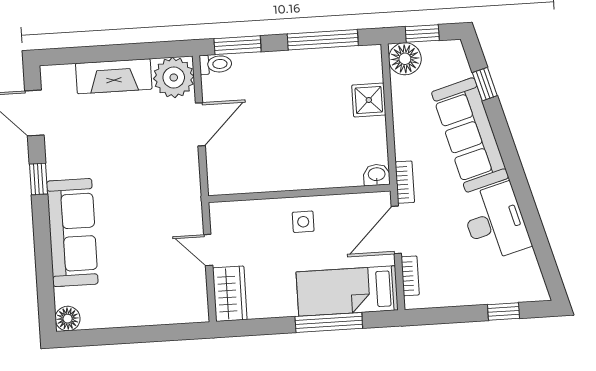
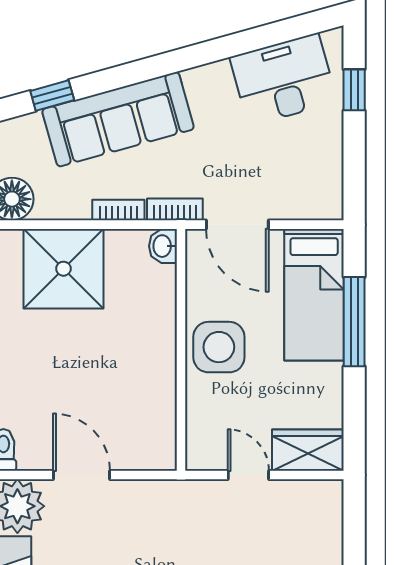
shower: (369, 100) -> (63, 269), width x1.86, depth x1.86
side table: (303, 222) -> (219, 347), width x1.87, depth x1.87
desk: (495, 222) -> (283, 80), moved
door: (208, 250) -> (248, 475), swing flipped
bookcase: (410, 276) -> (118, 210), moved

